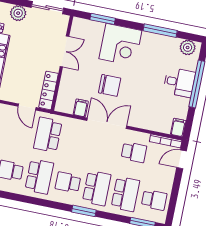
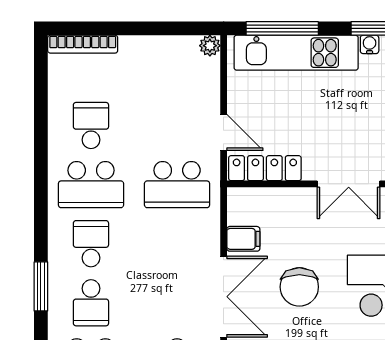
door: (27, 107) -> (224, 132), swing flipped
school desk: (48, 135) -> (177, 185), turned 180
school desk: (97, 188) -> (91, 303), width x0.54

